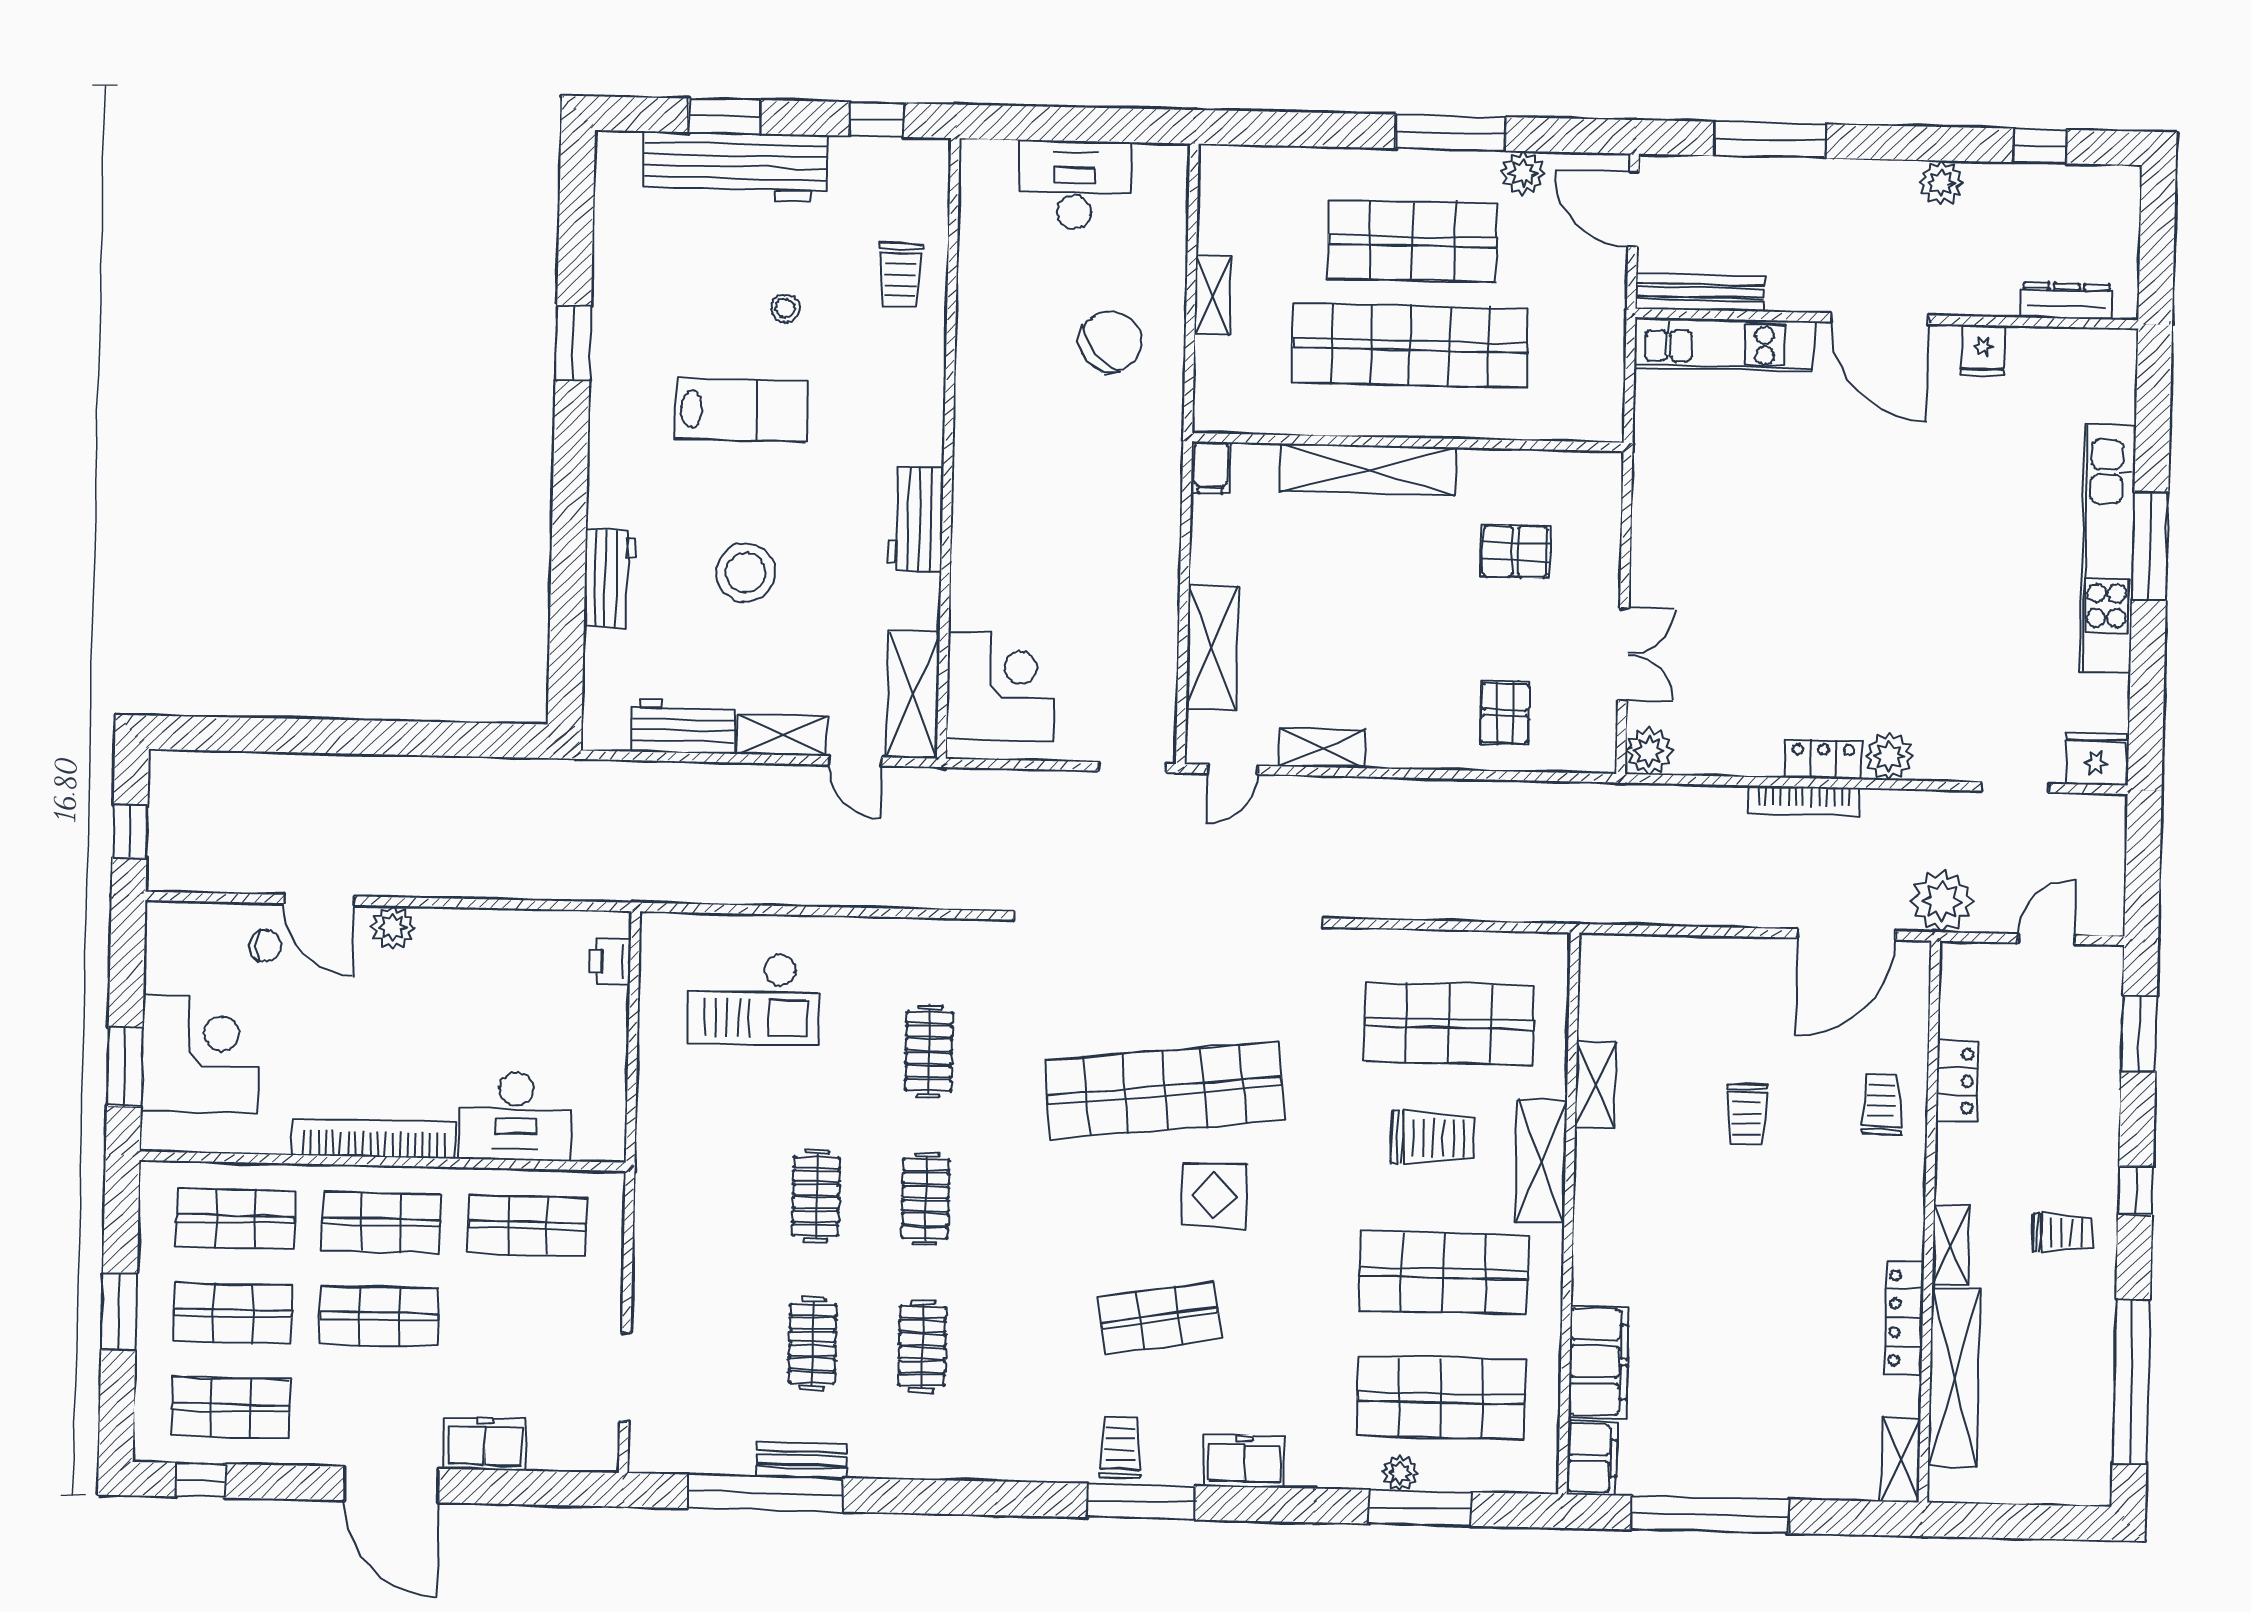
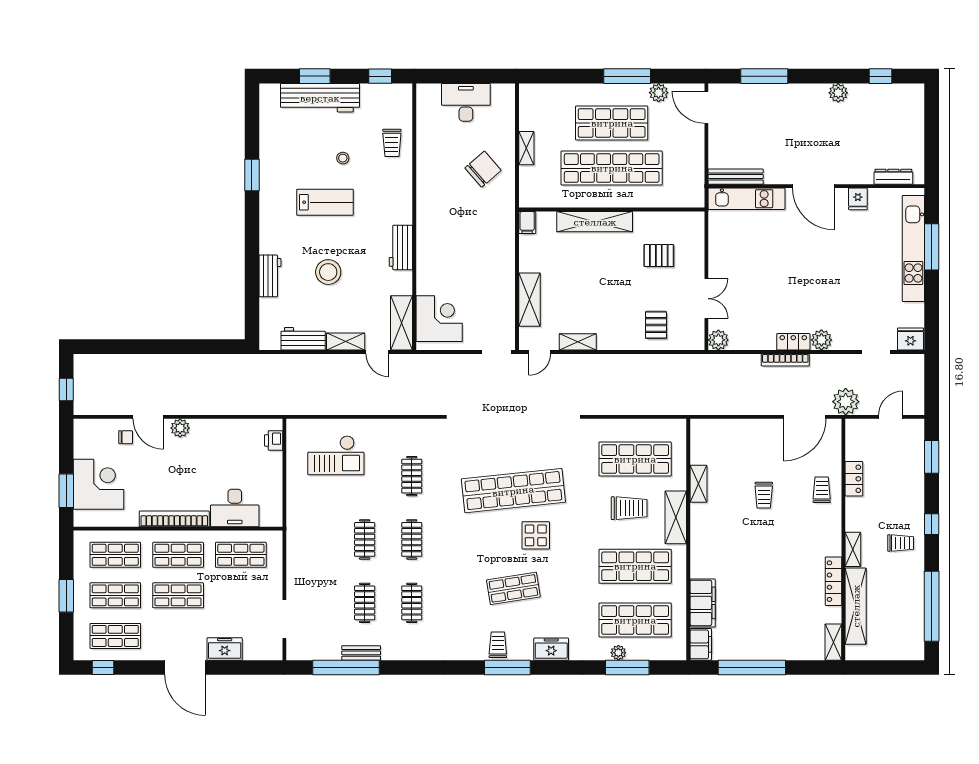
bench: (1700, 292) -> (736, 177), moved
dresser: (2067, 301) -> (893, 177), moved
door: (1880, 319) -> (813, 186), moved
wall: (1887, 319) -> (816, 186), moved
kitchen unit: (1724, 344) -> (746, 199), moved
fridge: (1983, 351) -> (858, 199), moved

